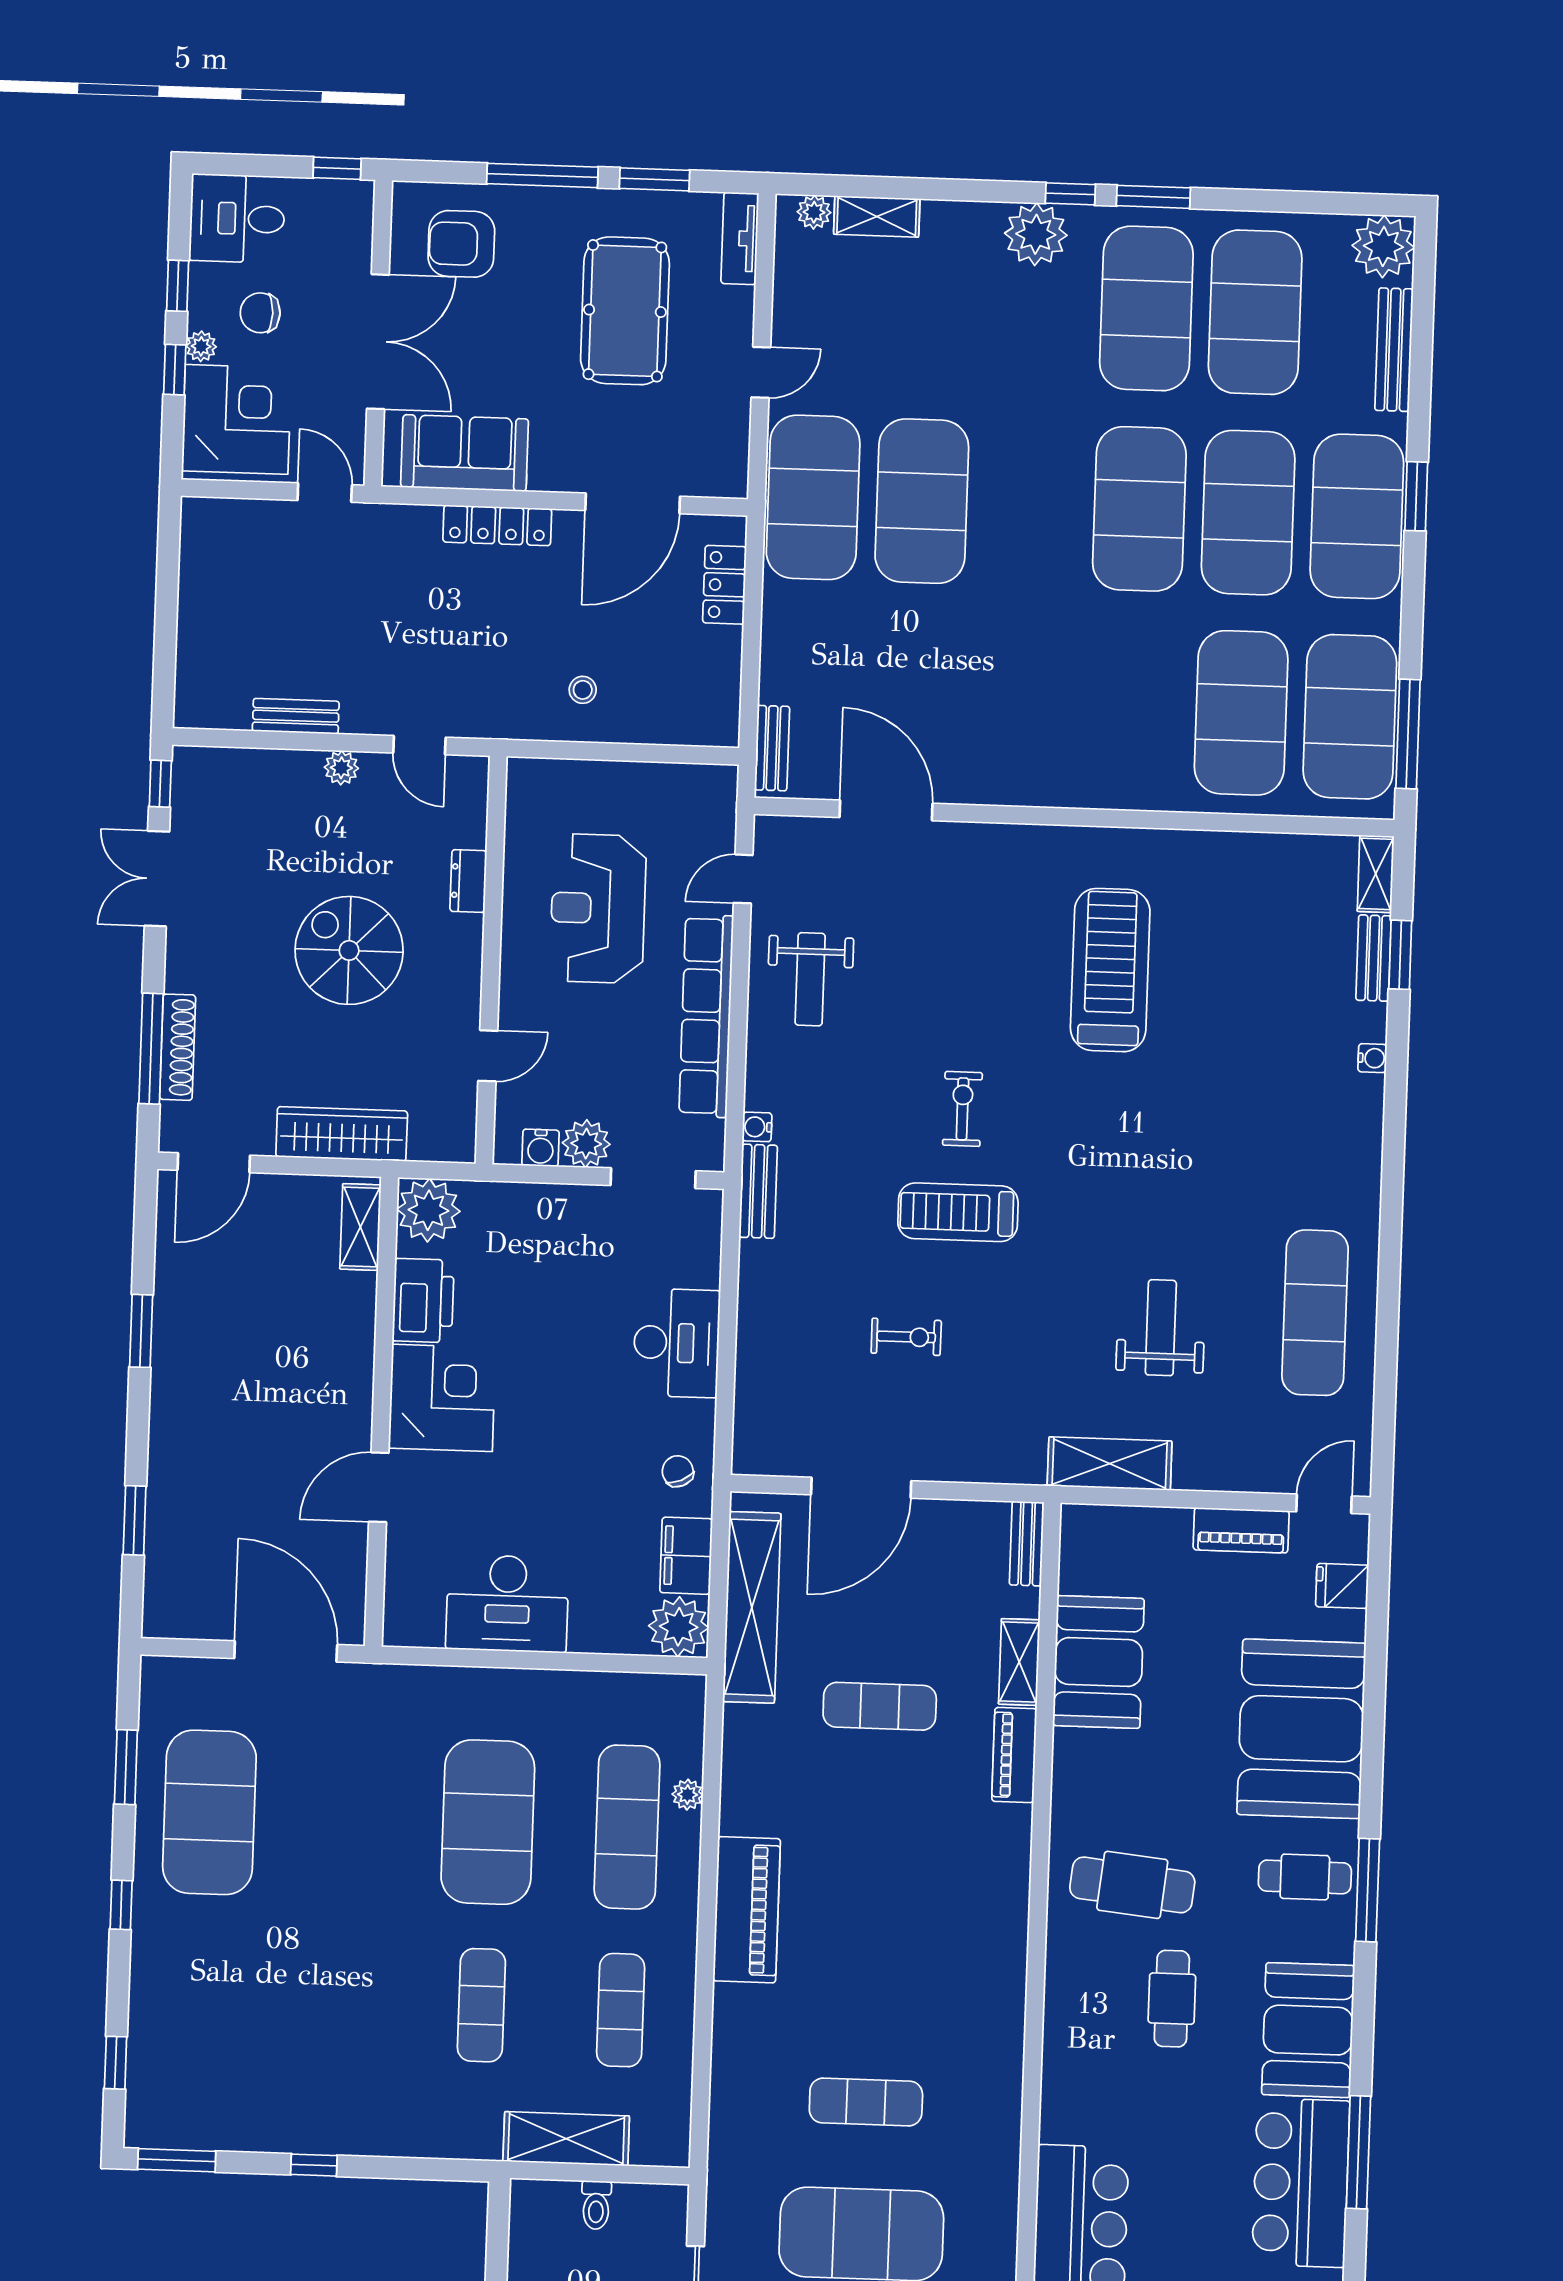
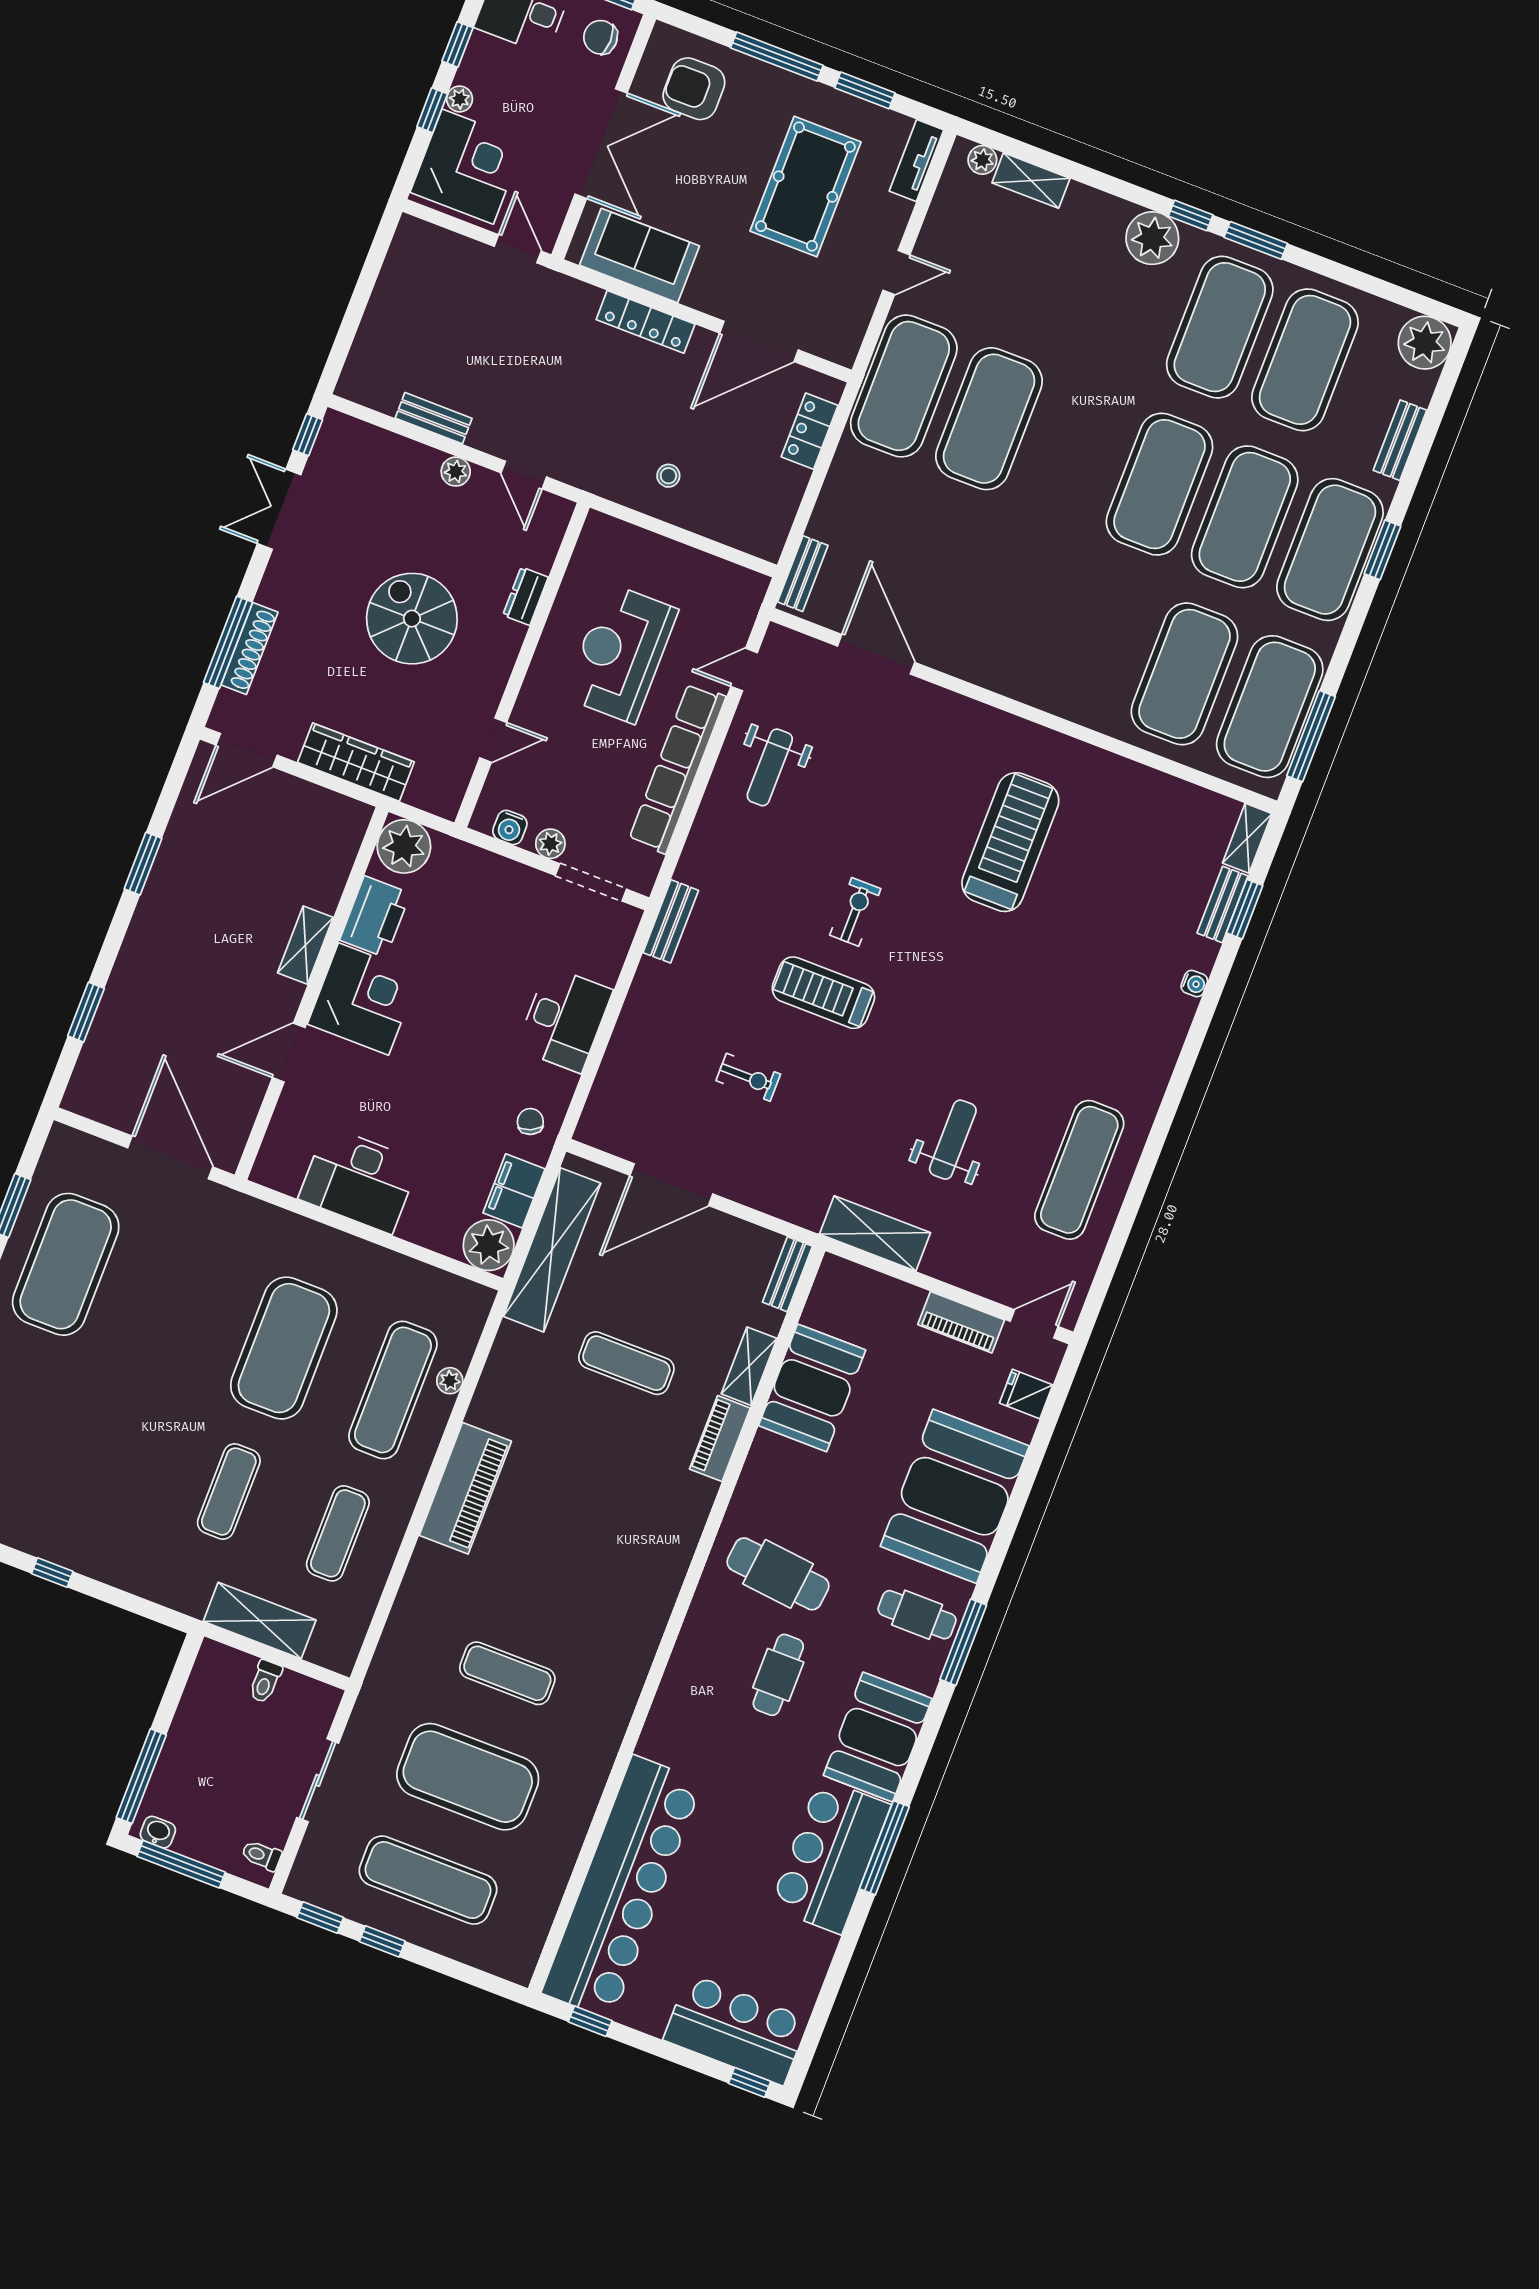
chair: (260, 313) -> (601, 37), moved
bench: (1394, 350) -> (1400, 440), width x0.73
water cooler: (757, 1127) -> (687, 870), removed
plant: (586, 1144) -> (550, 844), width x0.73, depth x0.73
shelving: (360, 1227) -> (305, 945), moved

